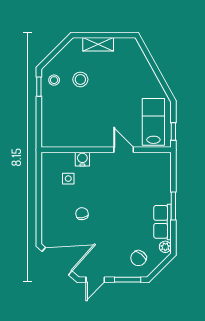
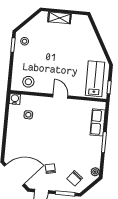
stool: (80, 79) -> (28, 82), moved
door: (124, 150) -> (60, 96), moved
water cooler: (82, 159) -> (15, 99), moved
chair: (82, 214) -> (50, 169), moved
row of seats: (163, 222) -> (98, 122), moved

